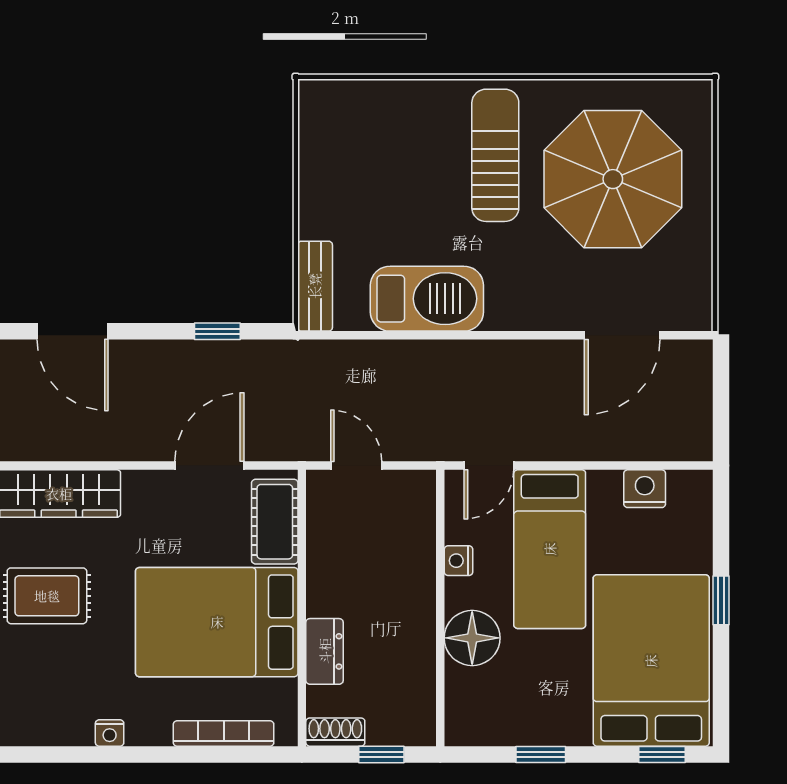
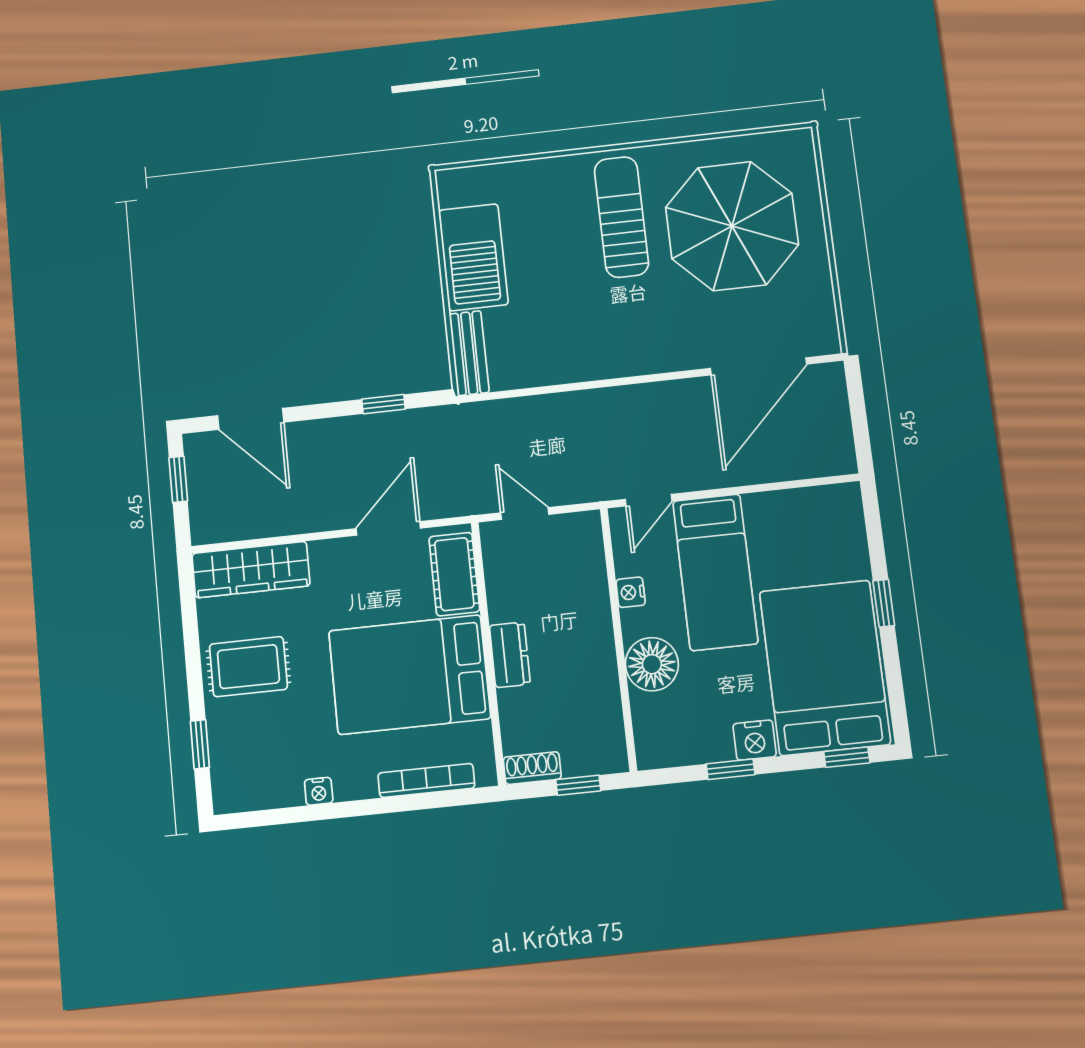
barbecue: (427, 299) -> (473, 257), moved, turned 90
door: (622, 335) -> (758, 366), width x1.36
nightstand: (645, 489) -> (755, 740), moved, turned 180
dresser: (325, 651) -> (510, 655), moved

